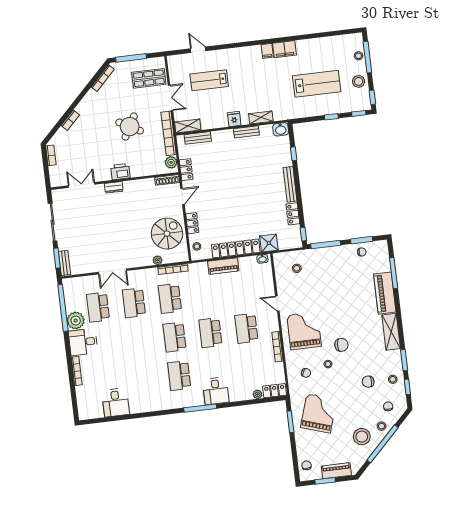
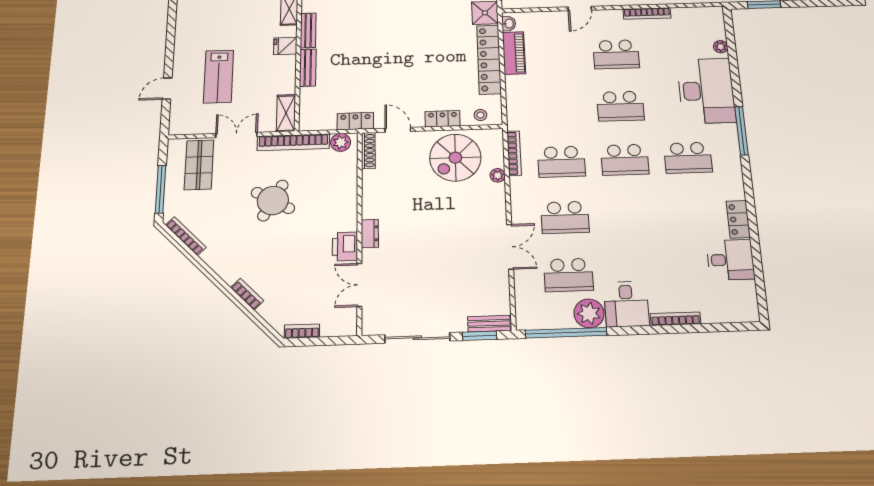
bench: (198, 138) -> (308, 68), moved
printer: (120, 172) -> (345, 246), moved
spiral stairs: (167, 234) -> (455, 158), turned -90
piano: (223, 266) -> (514, 53), moved
desk: (216, 391) -> (706, 91), width x1.87, depth x1.30
locker: (275, 391) -> (738, 219), moved

